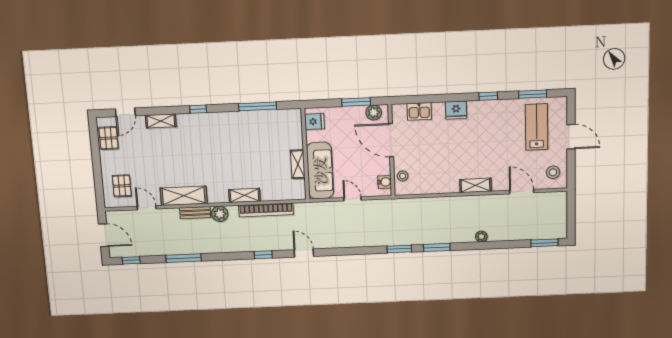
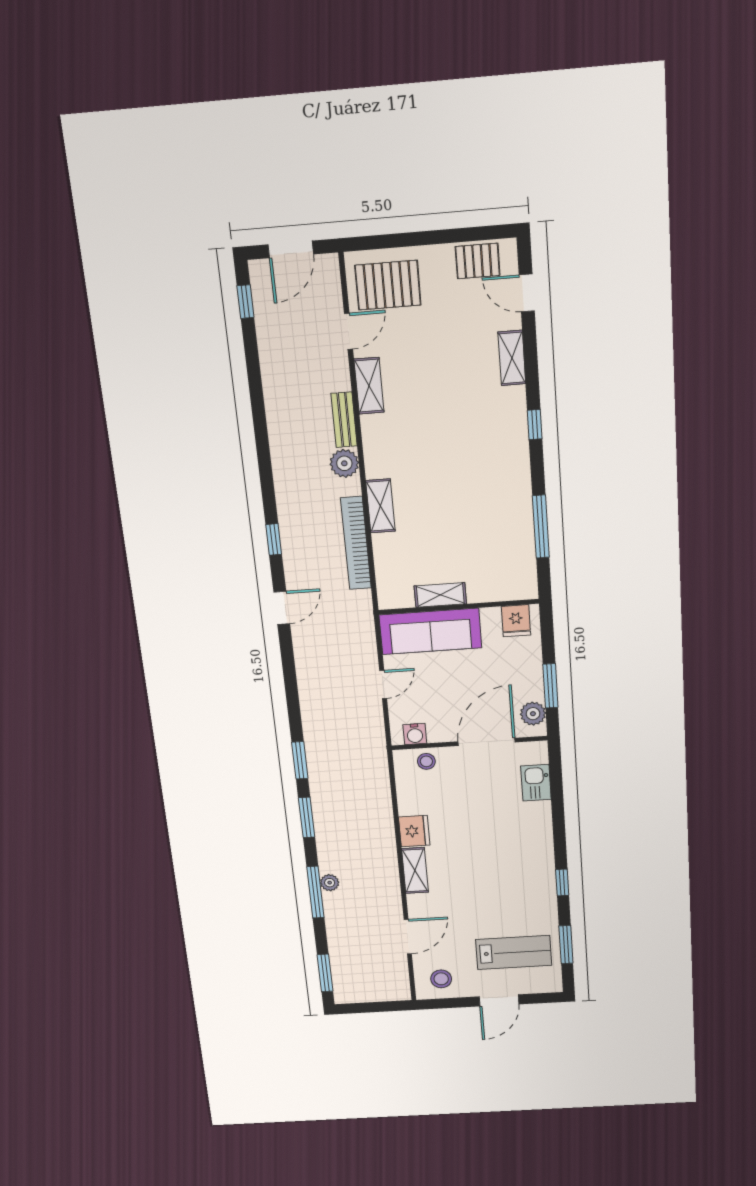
fridge: (456, 110) -> (414, 831), moved, turned 180
pallet: (122, 186) -> (388, 285), width x1.50, depth x1.42
shelving: (184, 196) -> (369, 386), width x0.67, depth x0.75
window: (184, 258) -> (315, 892), moved

